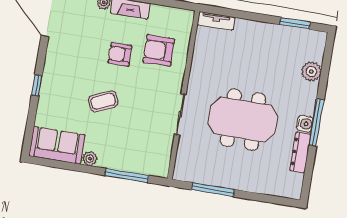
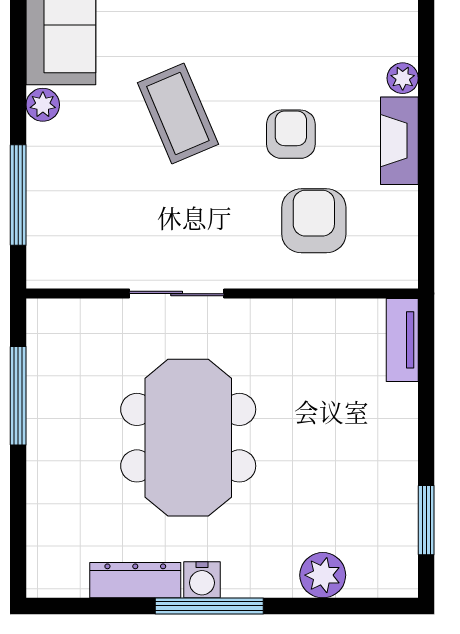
coffee table: (103, 101) -> (178, 113), width x1.36, depth x1.30

